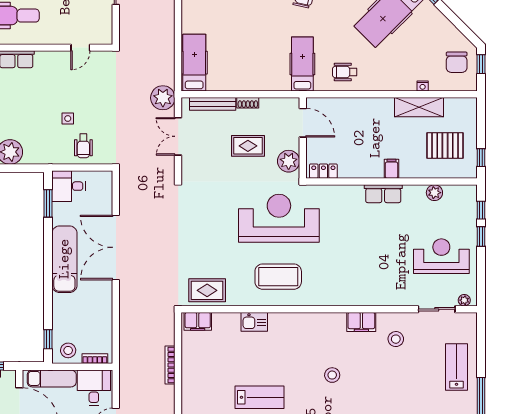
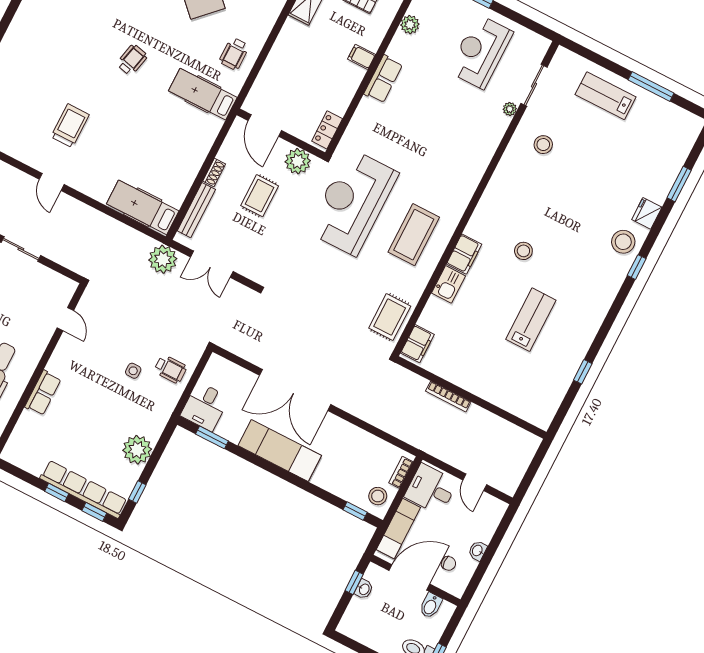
door: (303, 123) -> (265, 125), swing flipped
plant: (464, 300) -> (510, 109), moved
filing cabinet: (361, 322) -> (464, 254), moved
stool: (332, 375) -> (523, 251), moved

